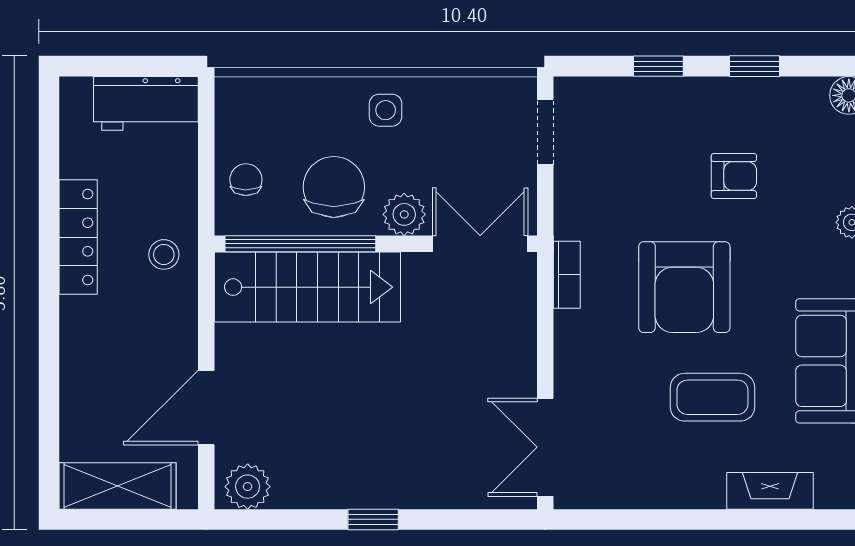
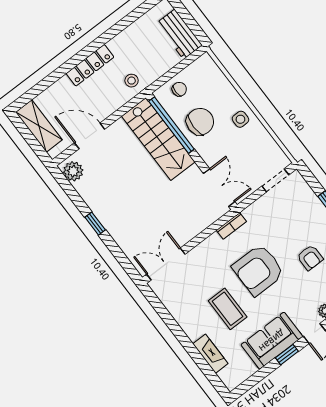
plant: (404, 214) -> (209, 153), removed
locker: (78, 237) -> (90, 65), moved

